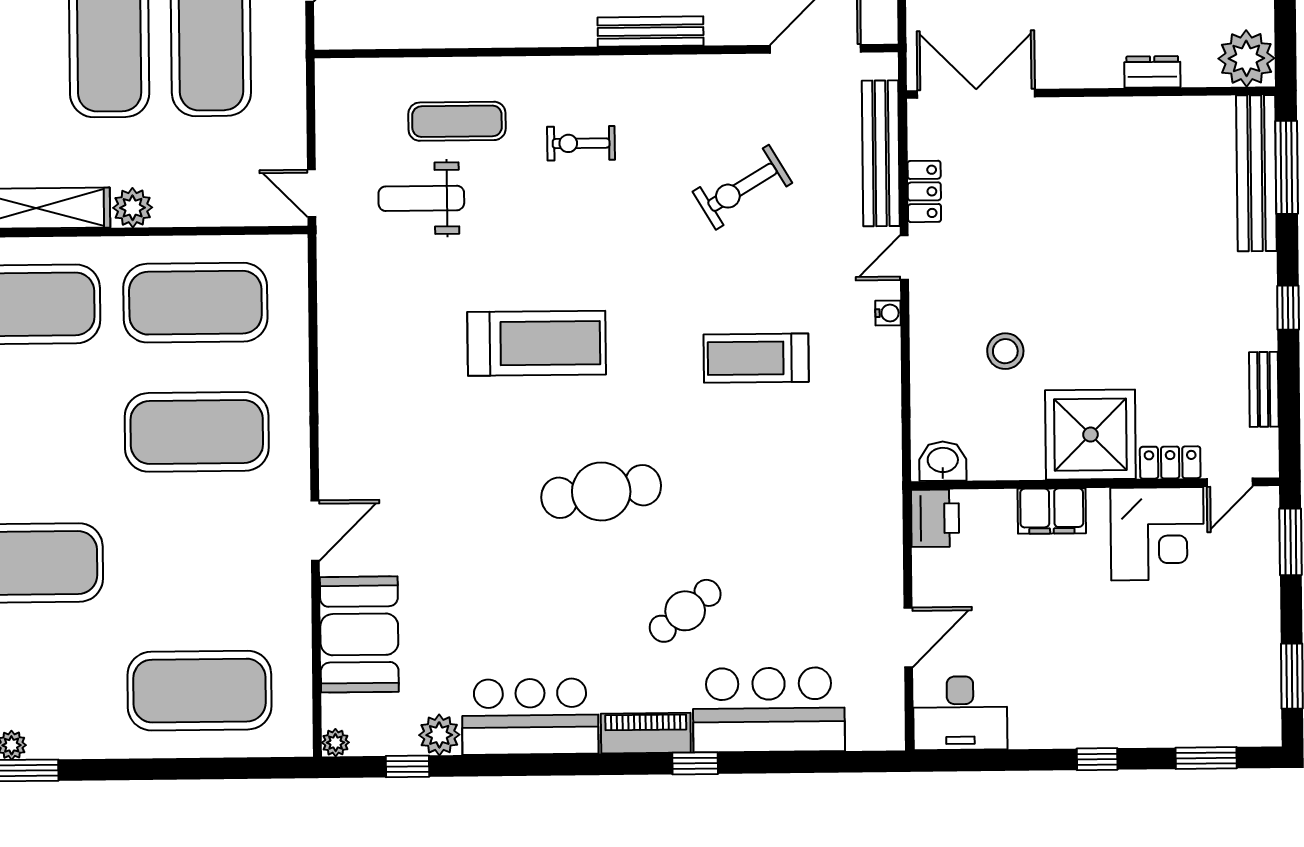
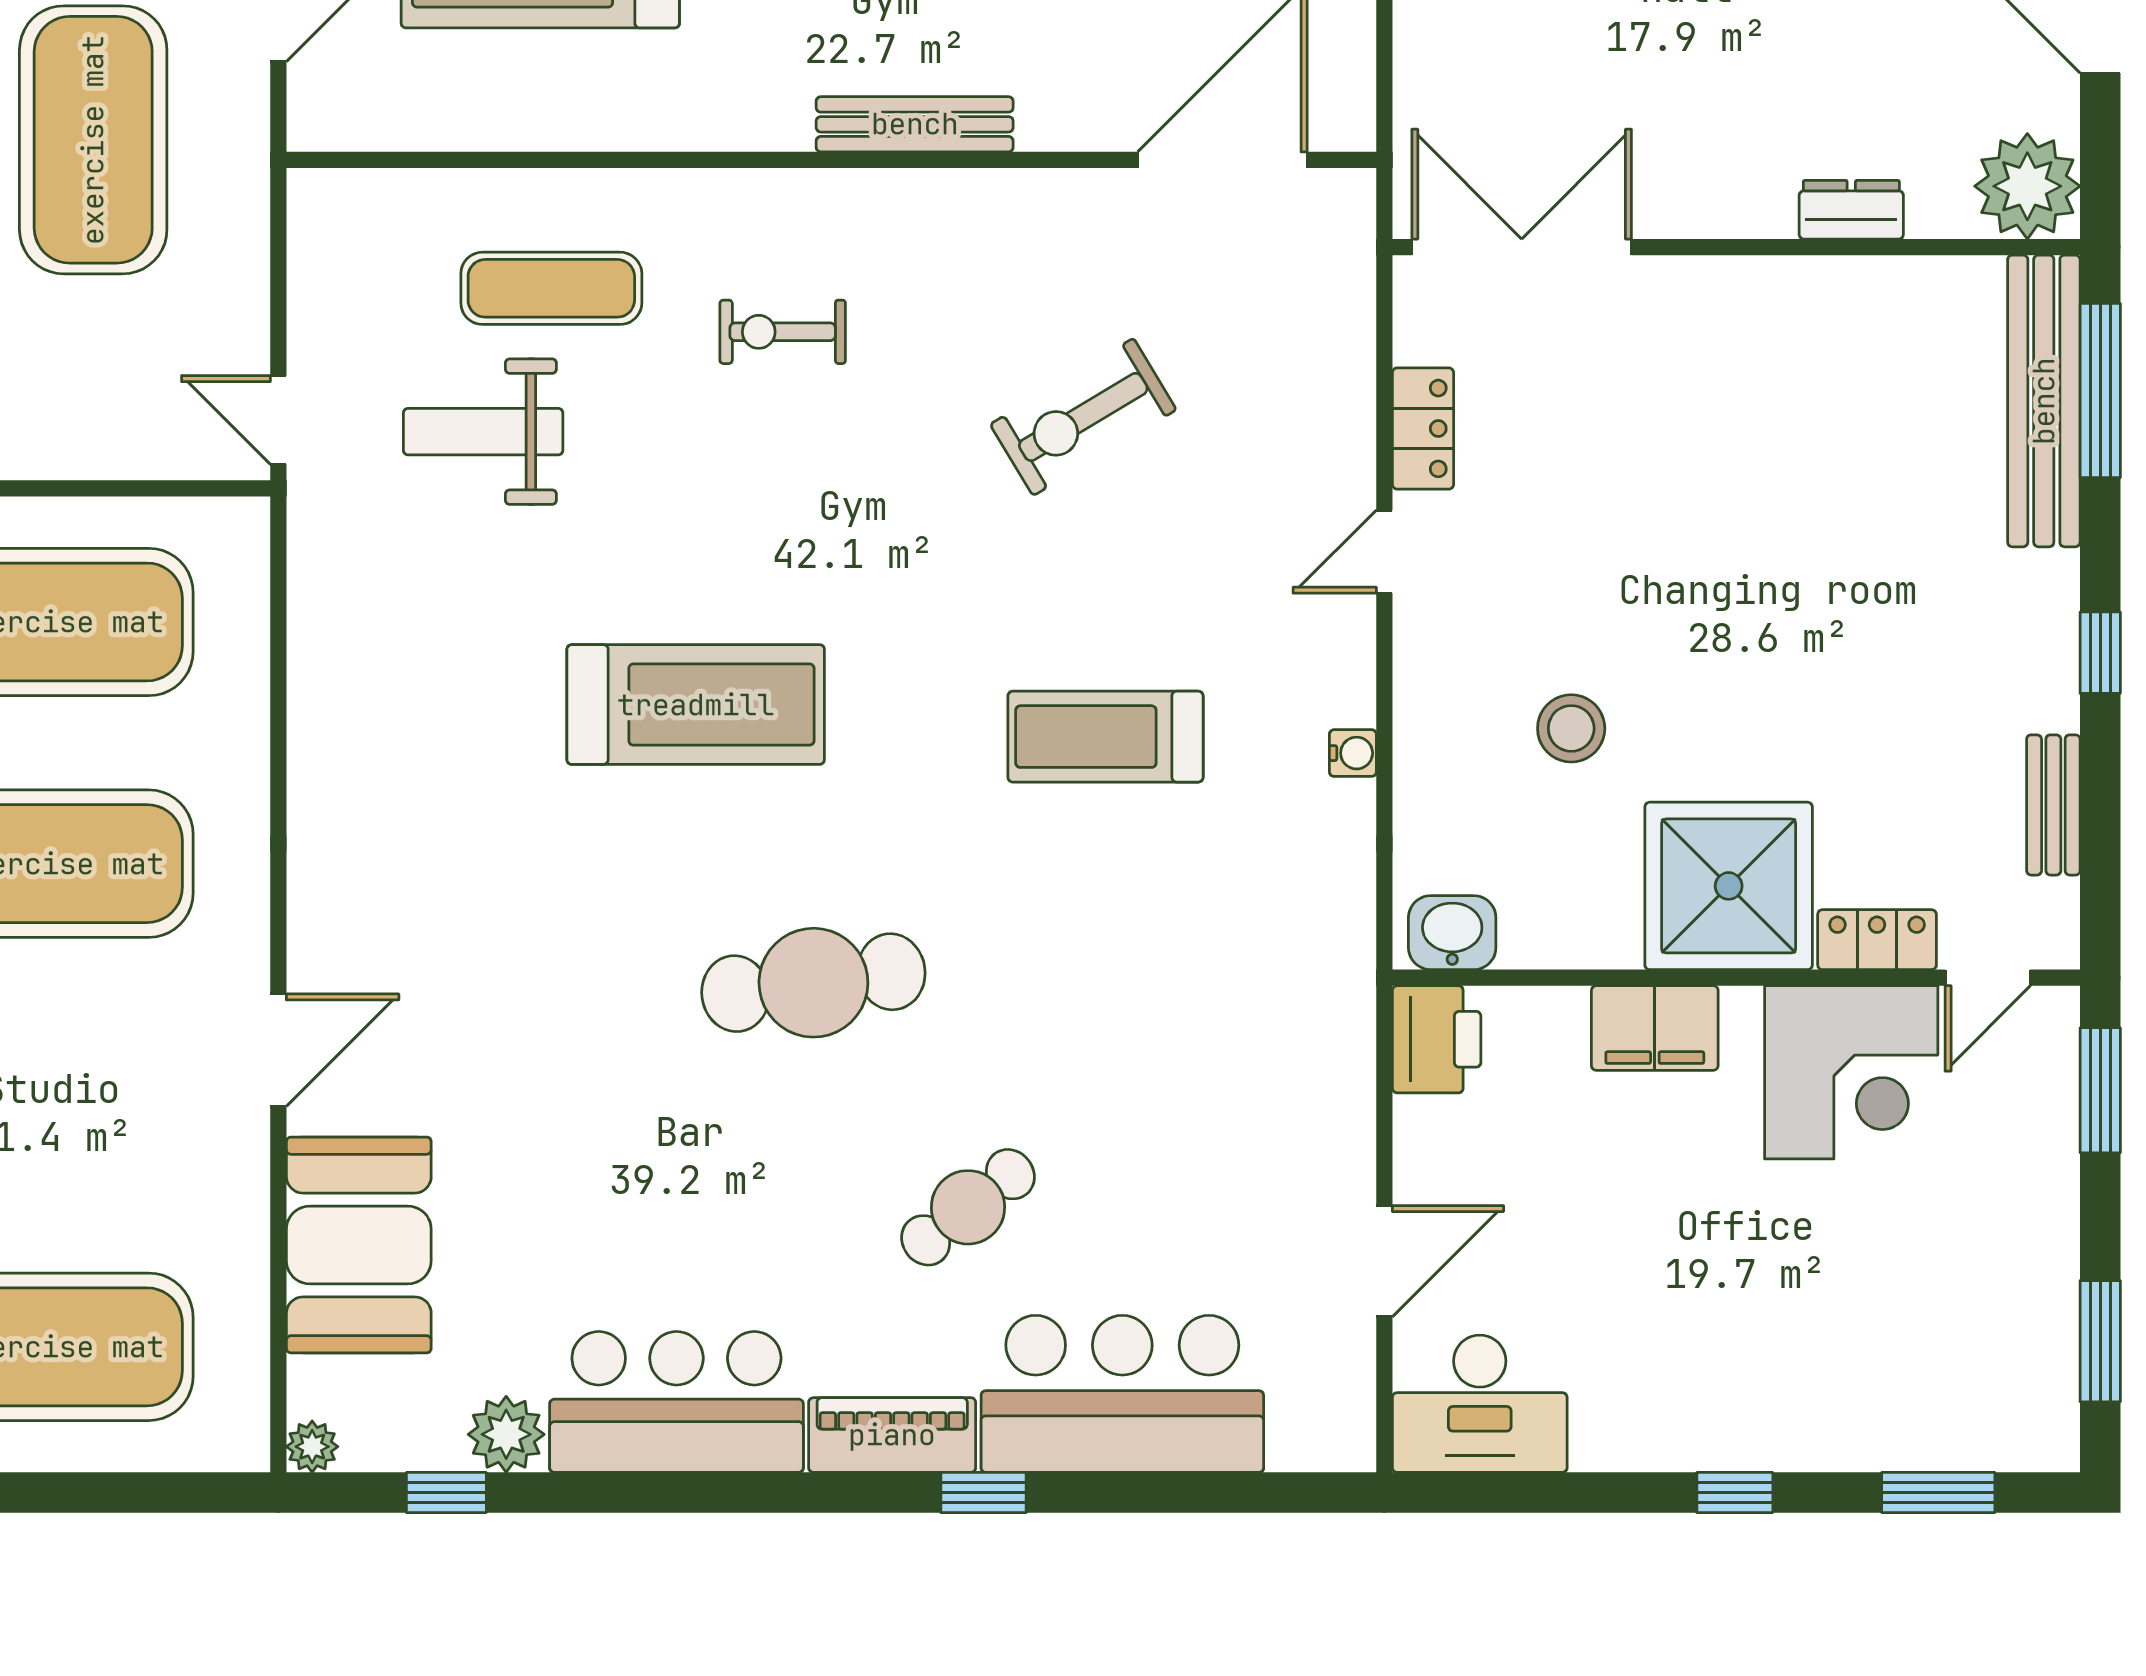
bench: (881, 153) -> (1342, 356), removed
water cooler: (888, 313) -> (1353, 753), moved

